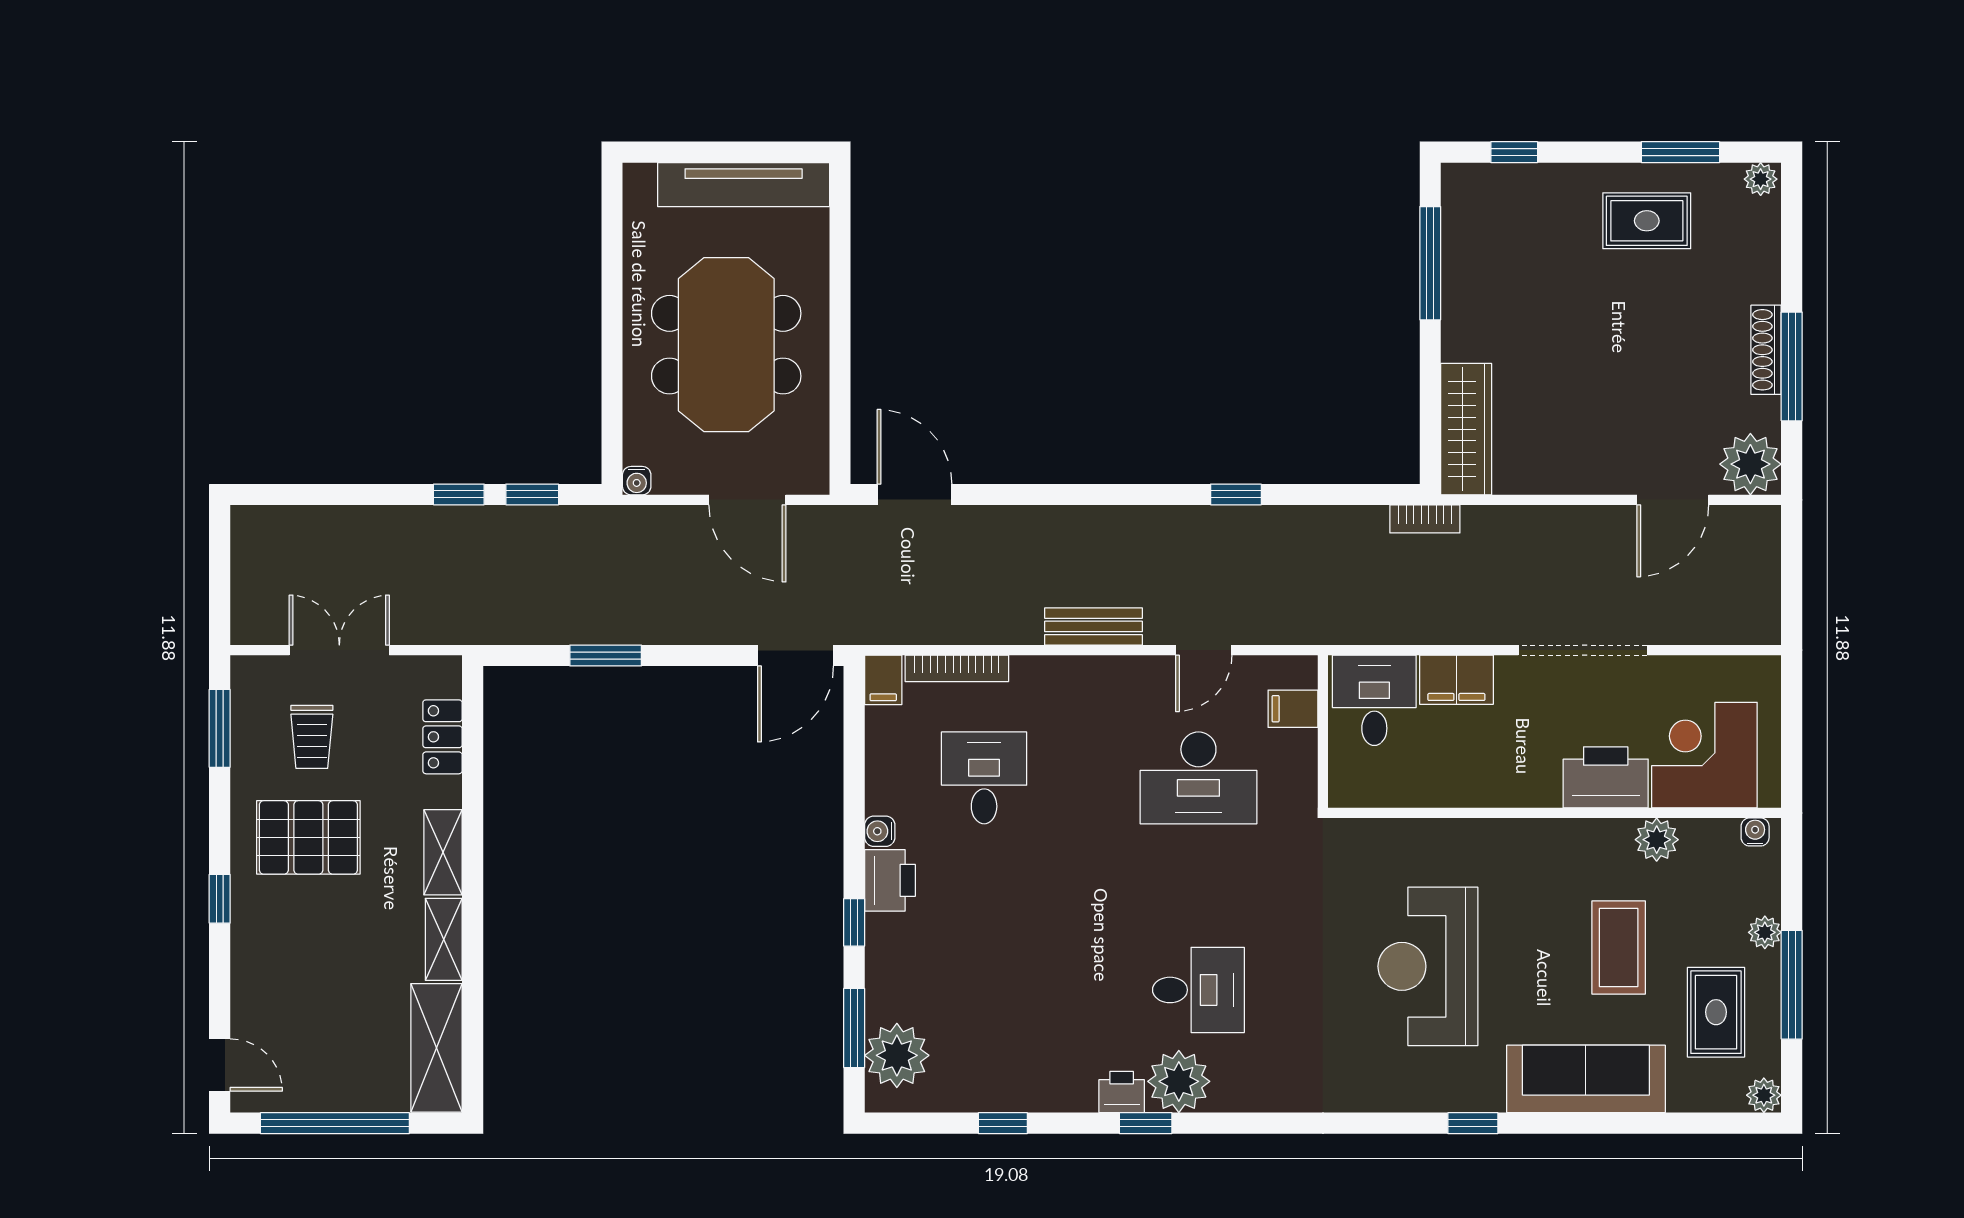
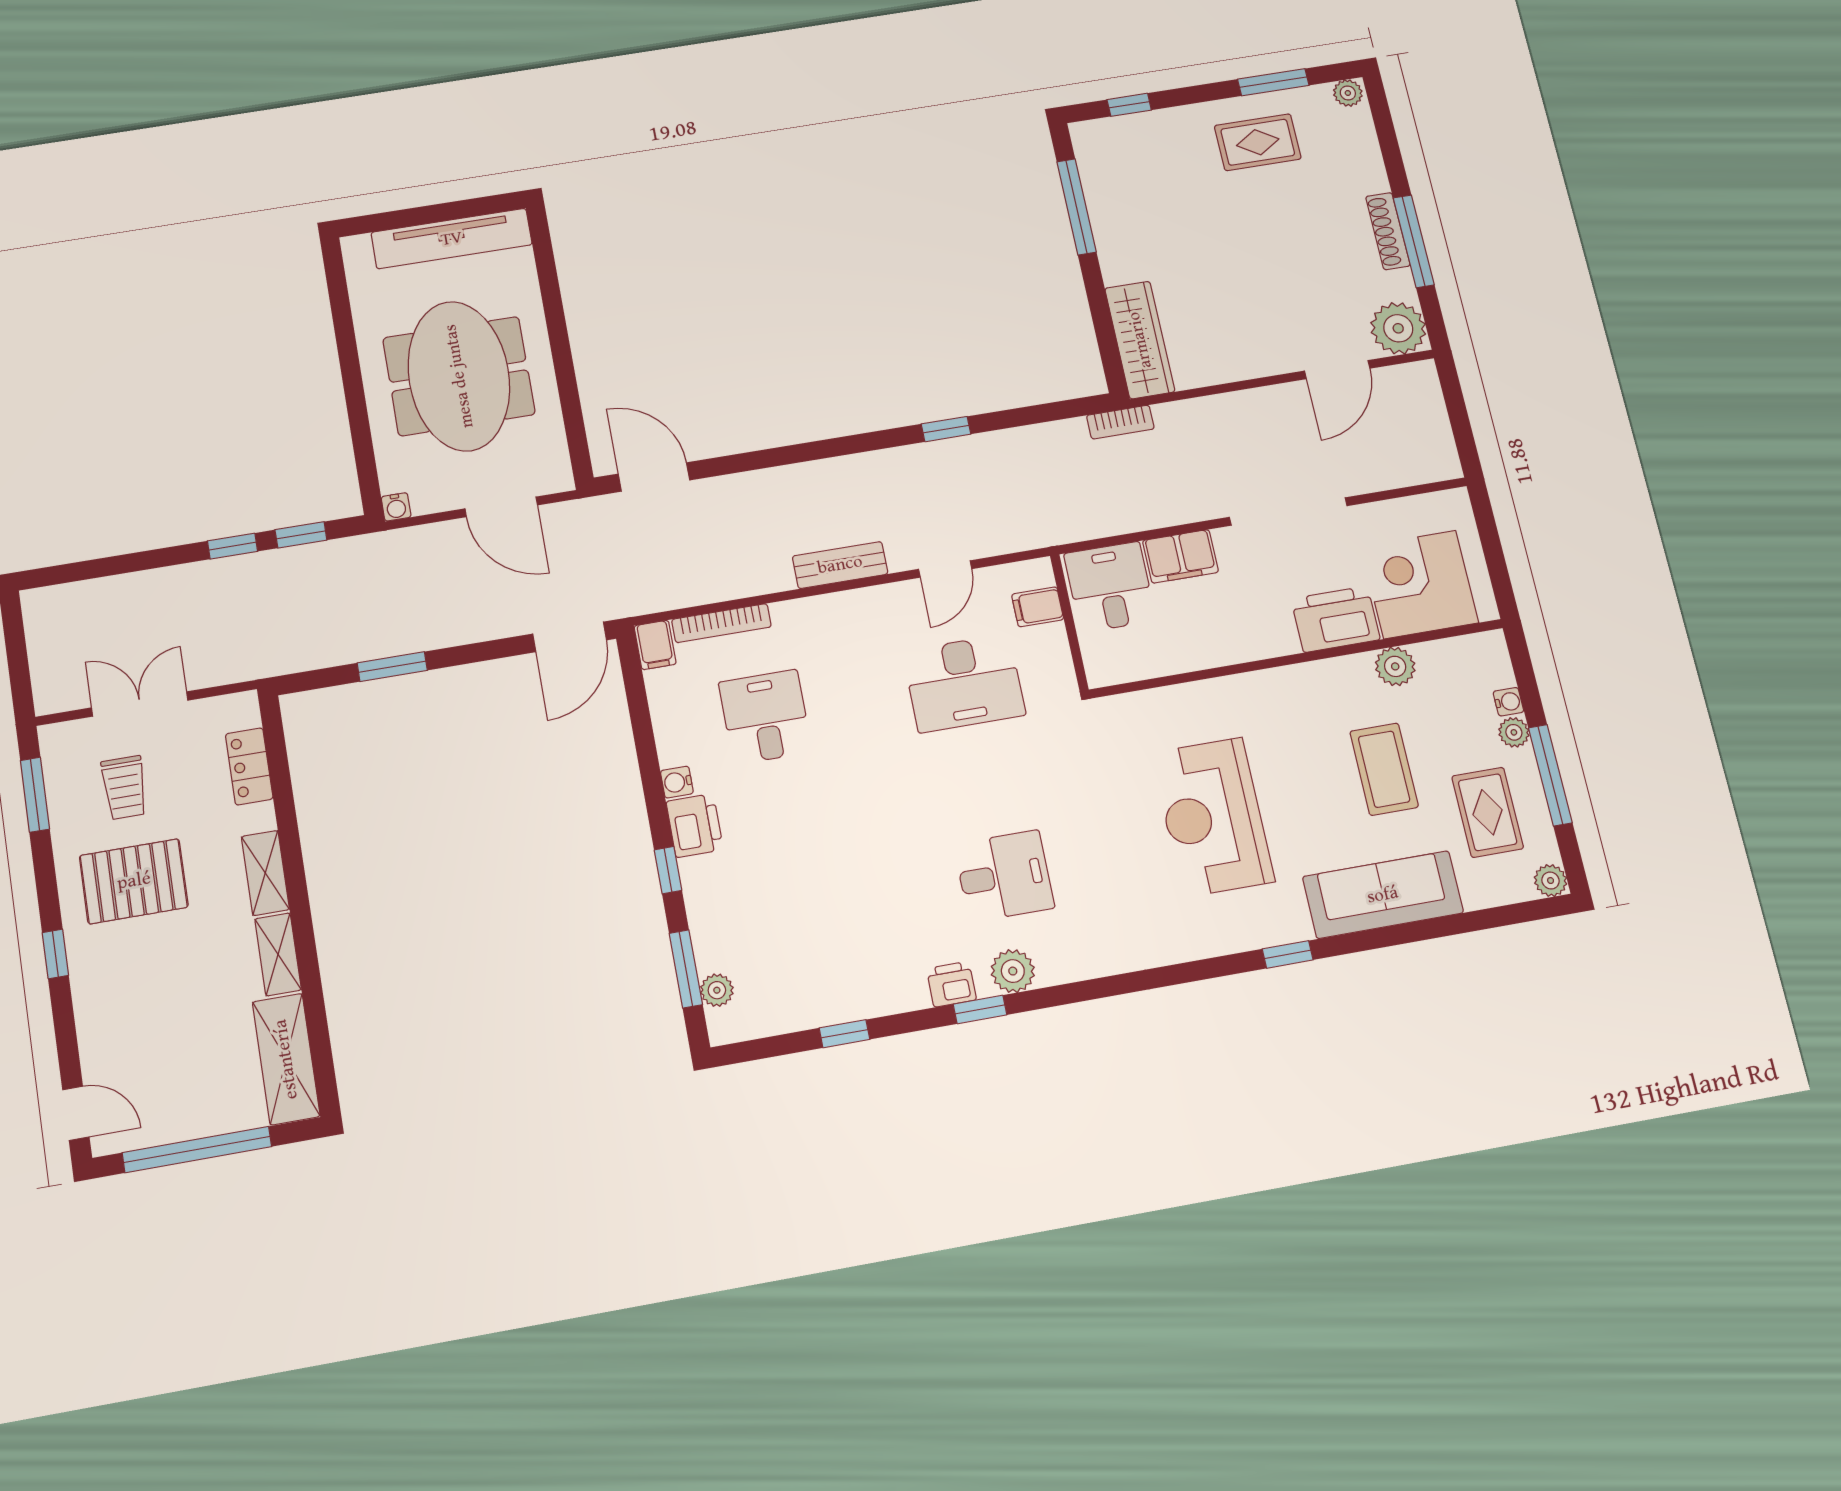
water cooler: (1755, 832) -> (1508, 702), moved, turned 90
plant: (897, 1055) -> (717, 990), width x0.53, depth x0.53
plant: (1179, 1081) -> (1013, 971), width x0.73, depth x0.73

